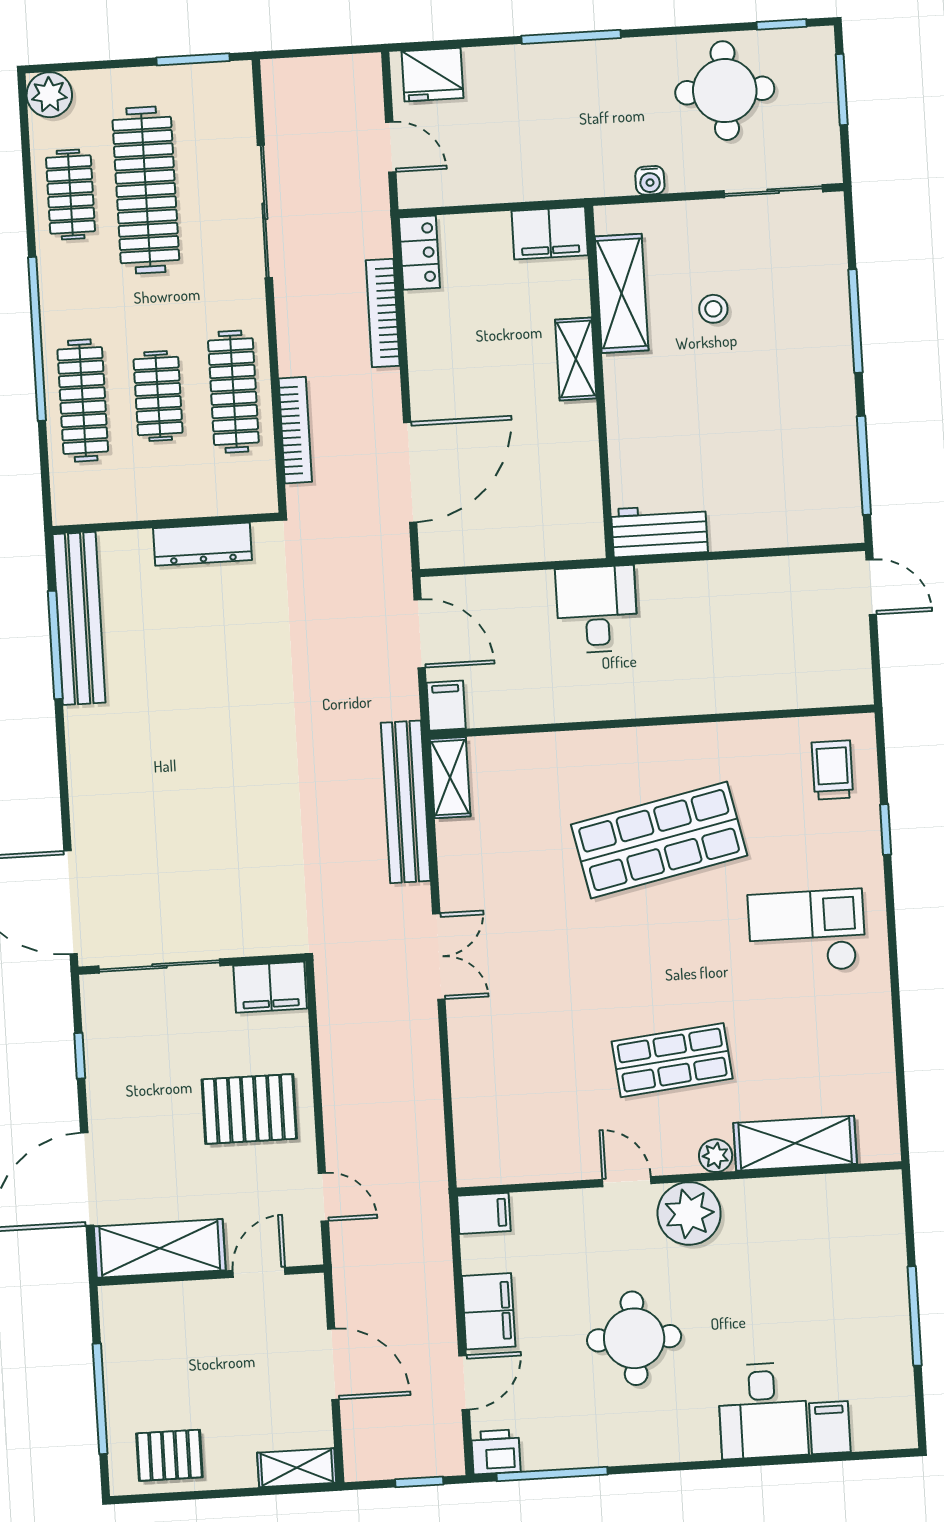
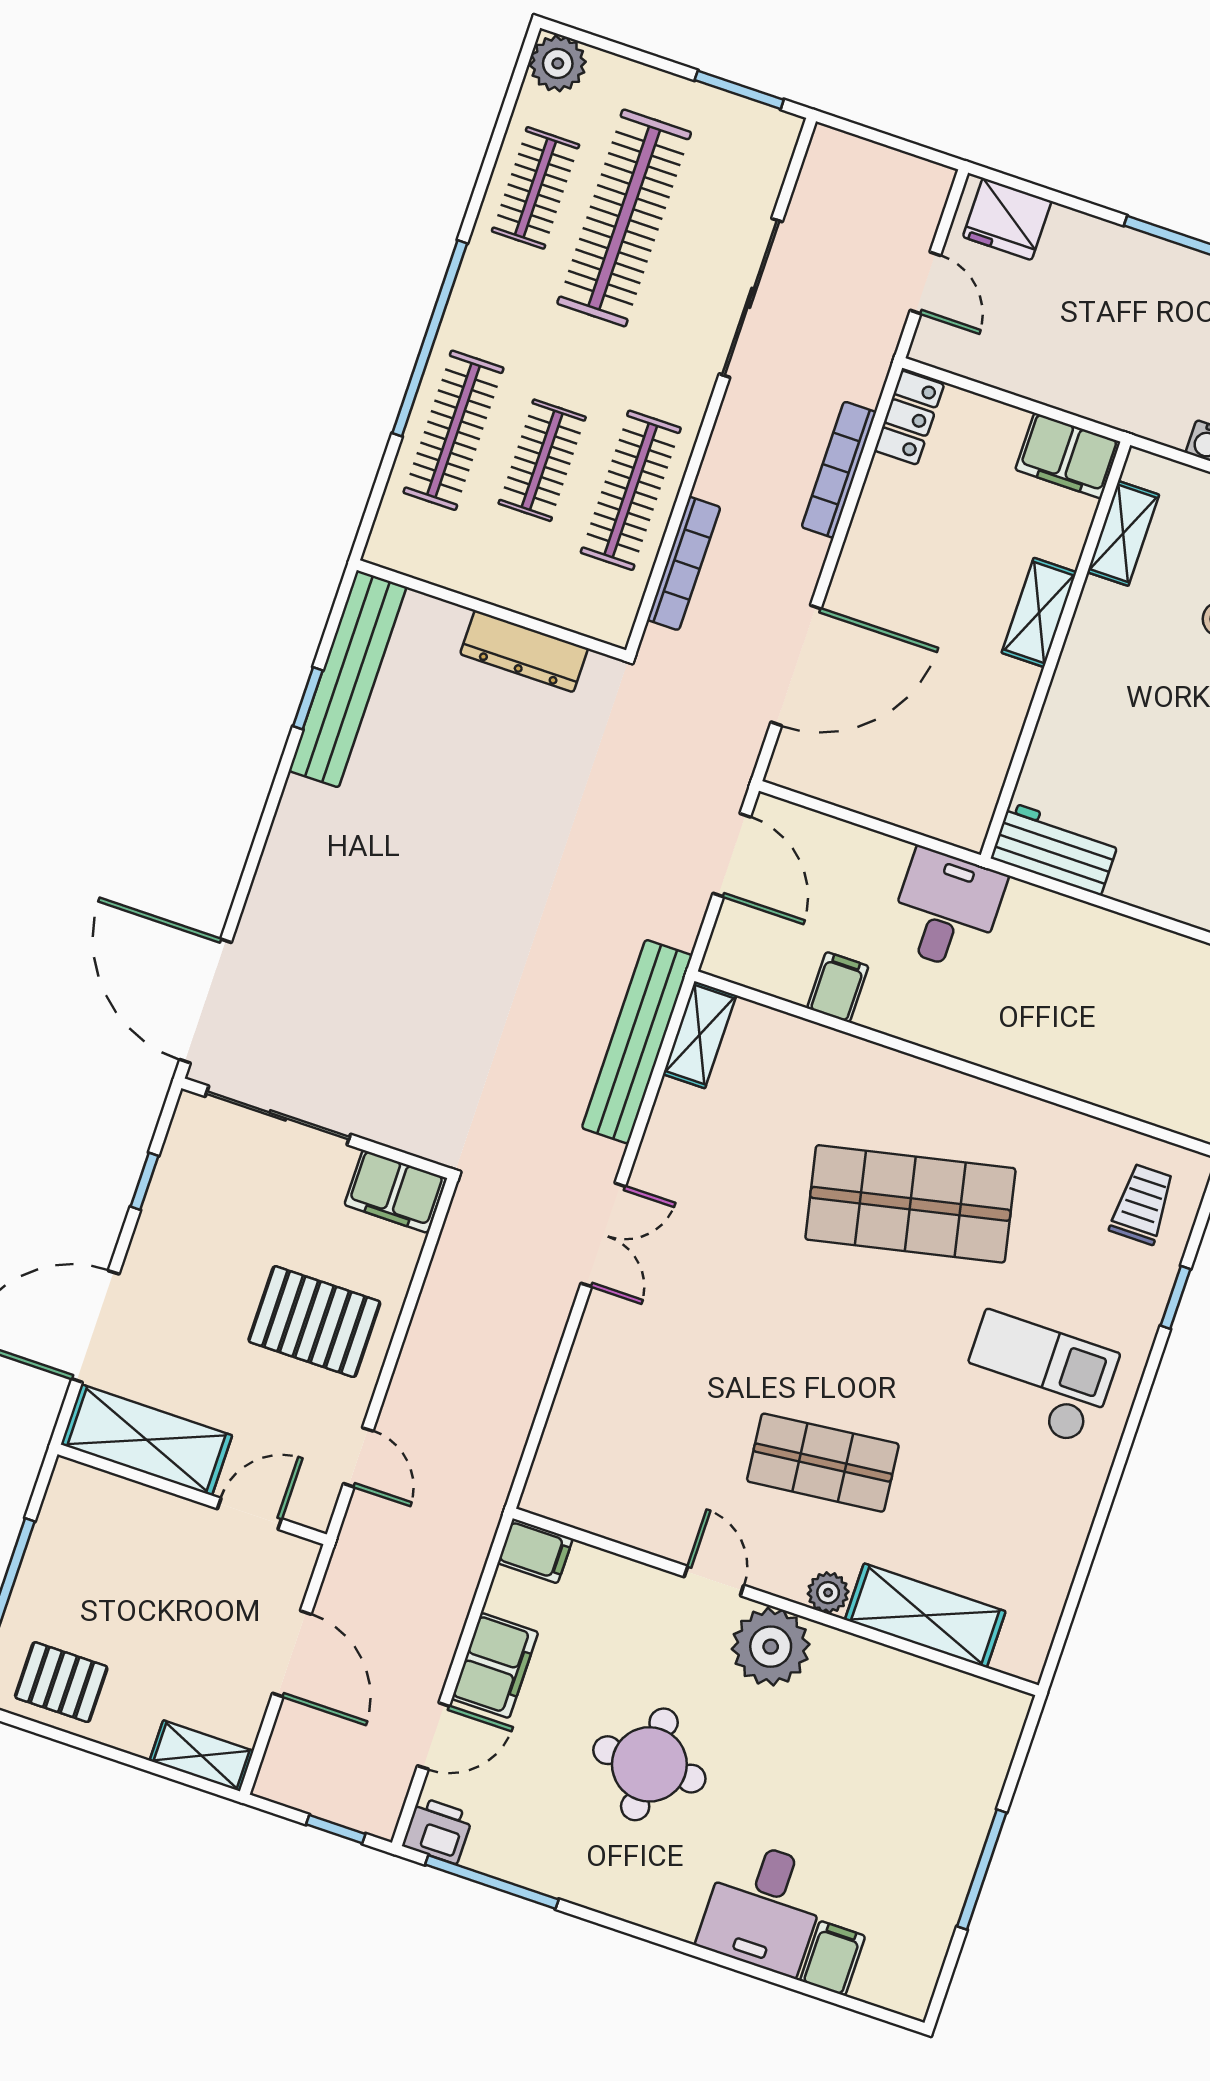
shelving: (622, 293) -> (1123, 533), width x0.67, depth x0.75
window: (55, 645) -> (308, 698), width x0.46
filing cabinet: (446, 706) -> (838, 987), moved

